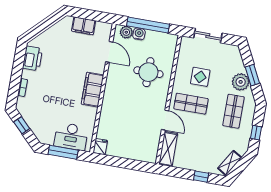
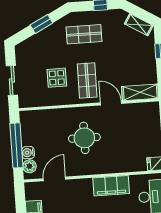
round table: (148, 72) -> (84, 138), moved
plant: (241, 82) -> (52, 34), removed
filing cabinet: (92, 90) -> (111, 186), moved
door: (165, 120) -> (111, 103), hinge flipped

